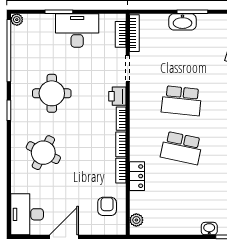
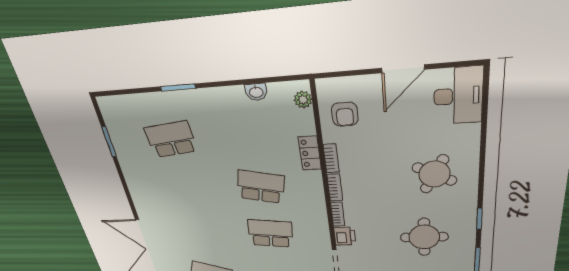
washbasin: (209, 229) -> (256, 92), moved

